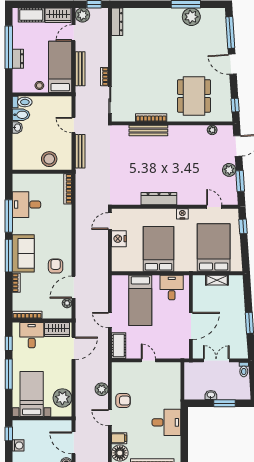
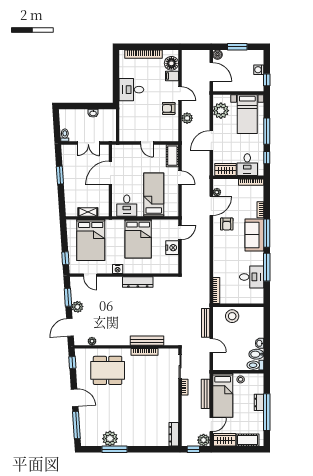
dining table: (194, 96) -> (108, 370), turned 90
door: (110, 221) -> (180, 232), moved
door: (74, 348) -> (211, 140), moved
window: (225, 403) -> (81, 106), removed

